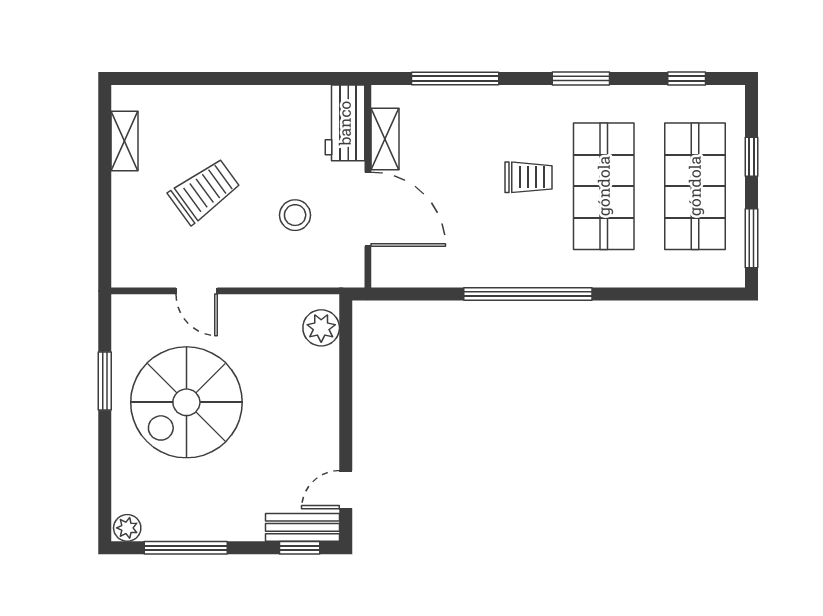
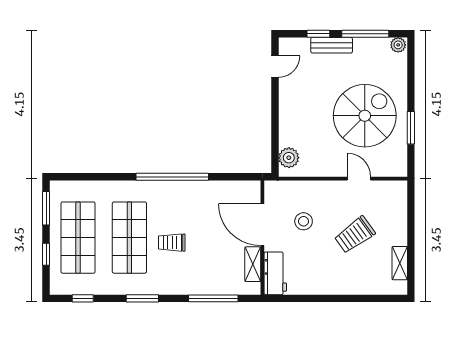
bench: (303, 527) -> (332, 45), moved
window: (300, 548) -> (318, 34), moved

